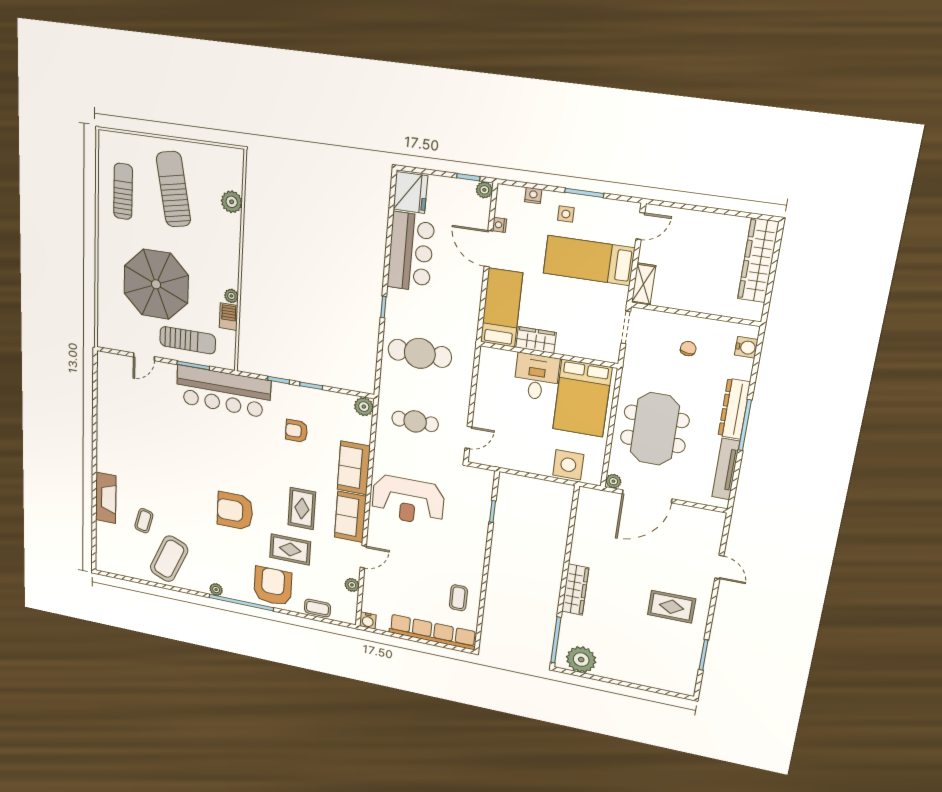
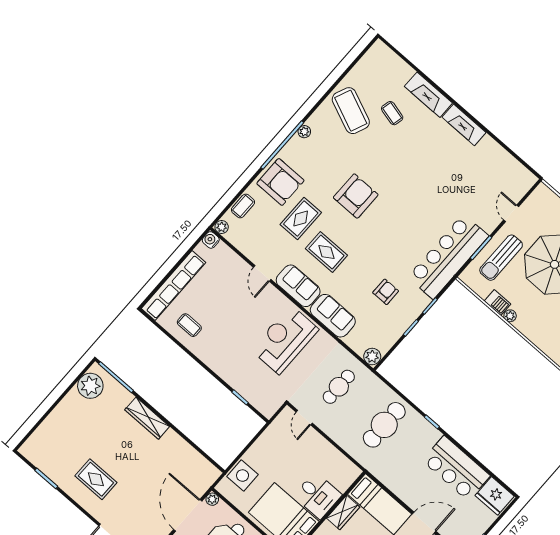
fireplace: (105, 450) -> (464, 125), added
plant: (352, 585) -> (222, 227), moved
rug: (671, 607) -> (96, 479), turned 90

